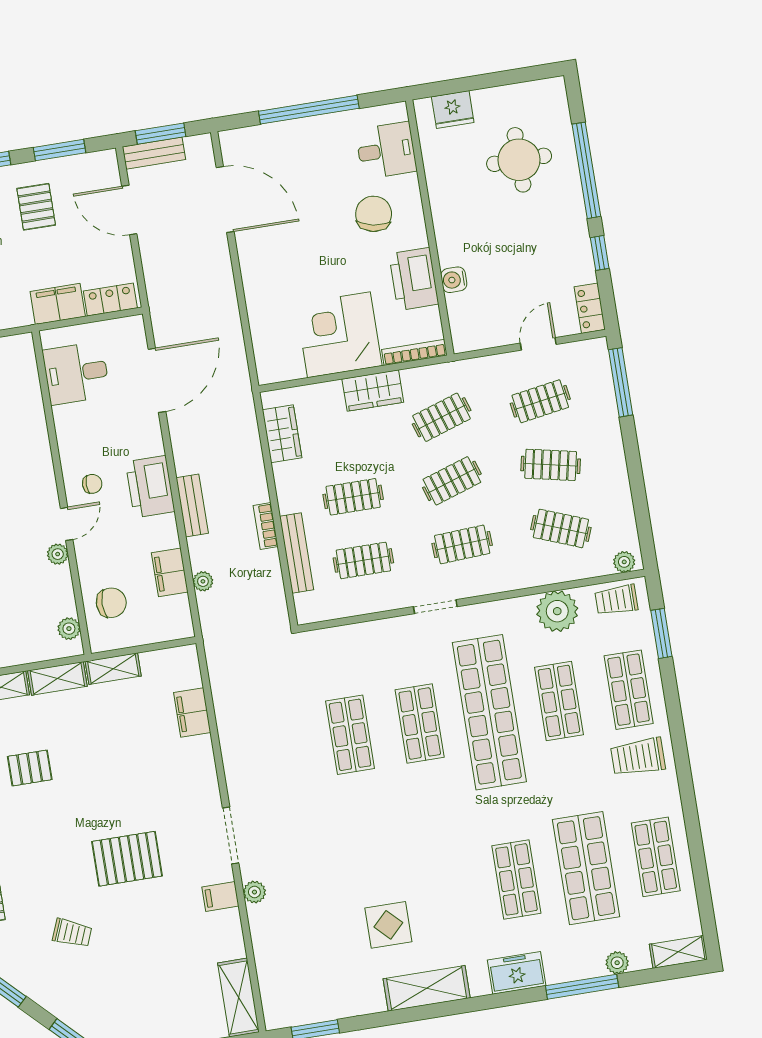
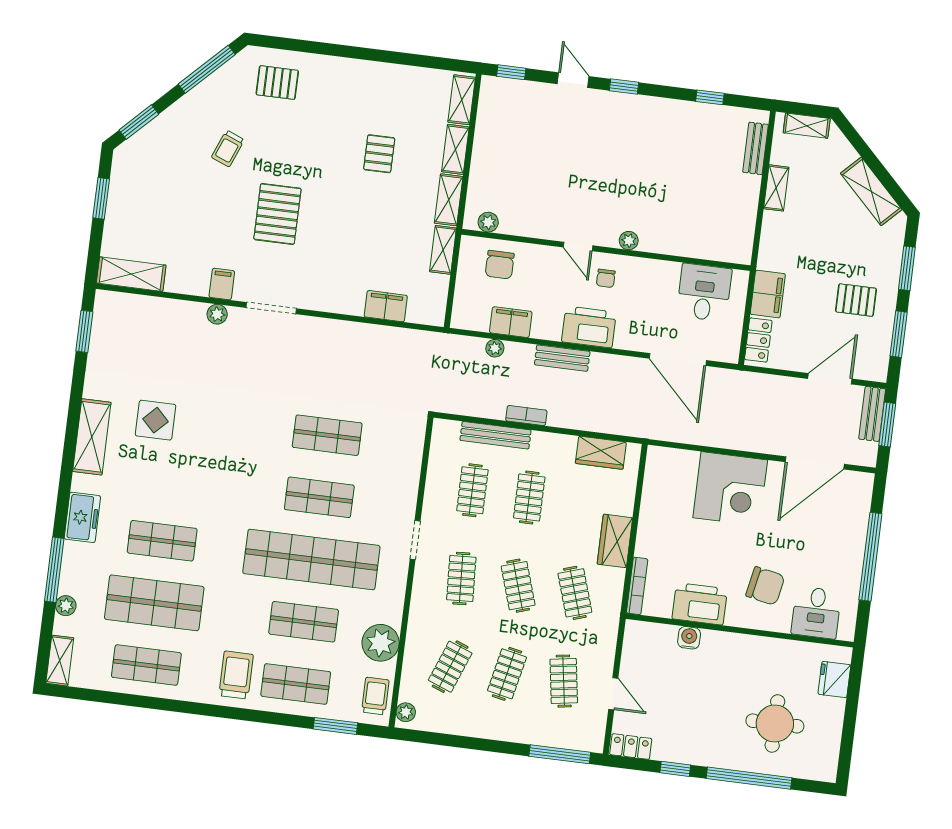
corner desk: (339, 335) -> (730, 489), moved, turned 90
plant: (58, 554) -> (629, 241), moved

